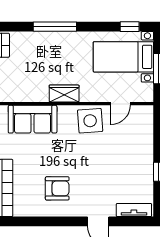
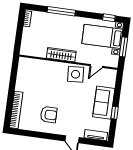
wardrobe: (64, 94) -> (61, 55), width x1.50
sofa: (33, 119) -> (104, 103), moved, turned 90

